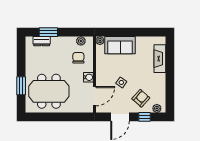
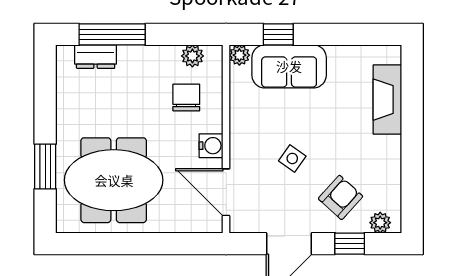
window: (48, 32) -> (112, 34), width x1.44
window: (116, 32) -> (278, 34), added
door: (94, 96) -> (226, 192), swing flipped

